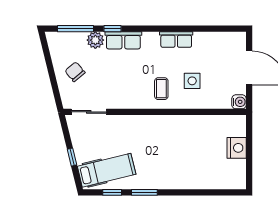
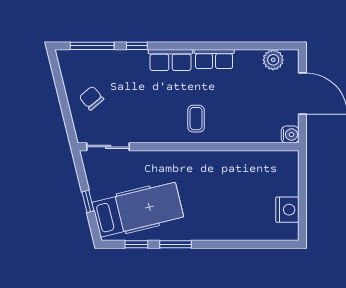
plant: (95, 40) -> (273, 60), moved
row of seats: (123, 40) -> (171, 60), moved
side table: (192, 81) -> (233, 109), removed
nightstand: (237, 148) -> (287, 210), moved
hospital bed: (107, 170) -> (138, 210), width x1.37, depth x1.29

